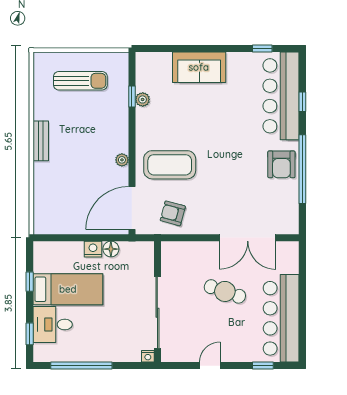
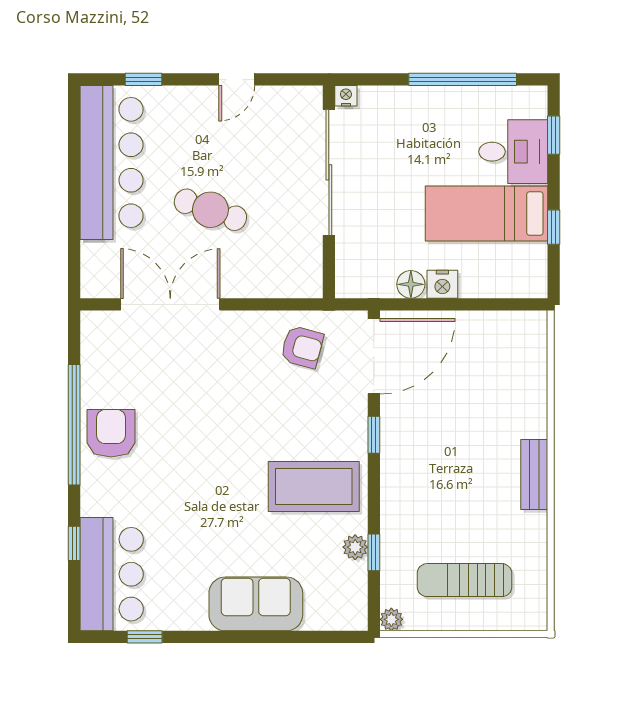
bar counter: (281, 96) -> (112, 574), width x0.73
plant: (122, 160) -> (391, 619), moved
window: (132, 163) -> (374, 435), added
coffee table: (170, 165) -> (314, 486), moved

